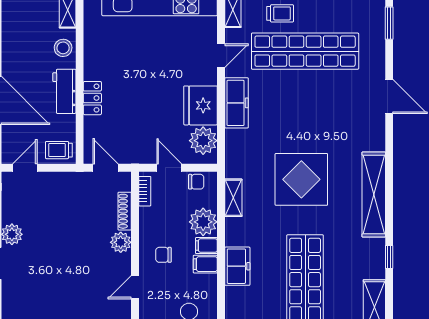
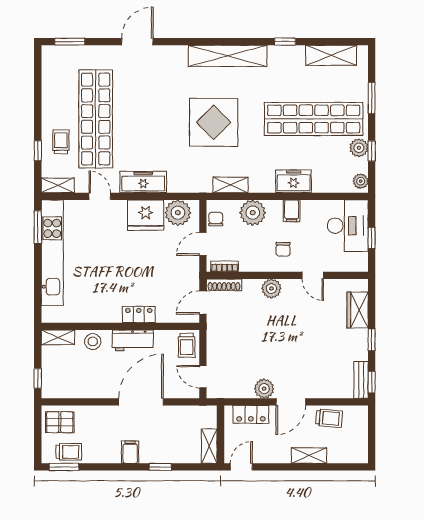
shoe rack: (125, 211) -> (224, 285), moved
filing cabinet: (206, 246) -> (274, 210), removed

